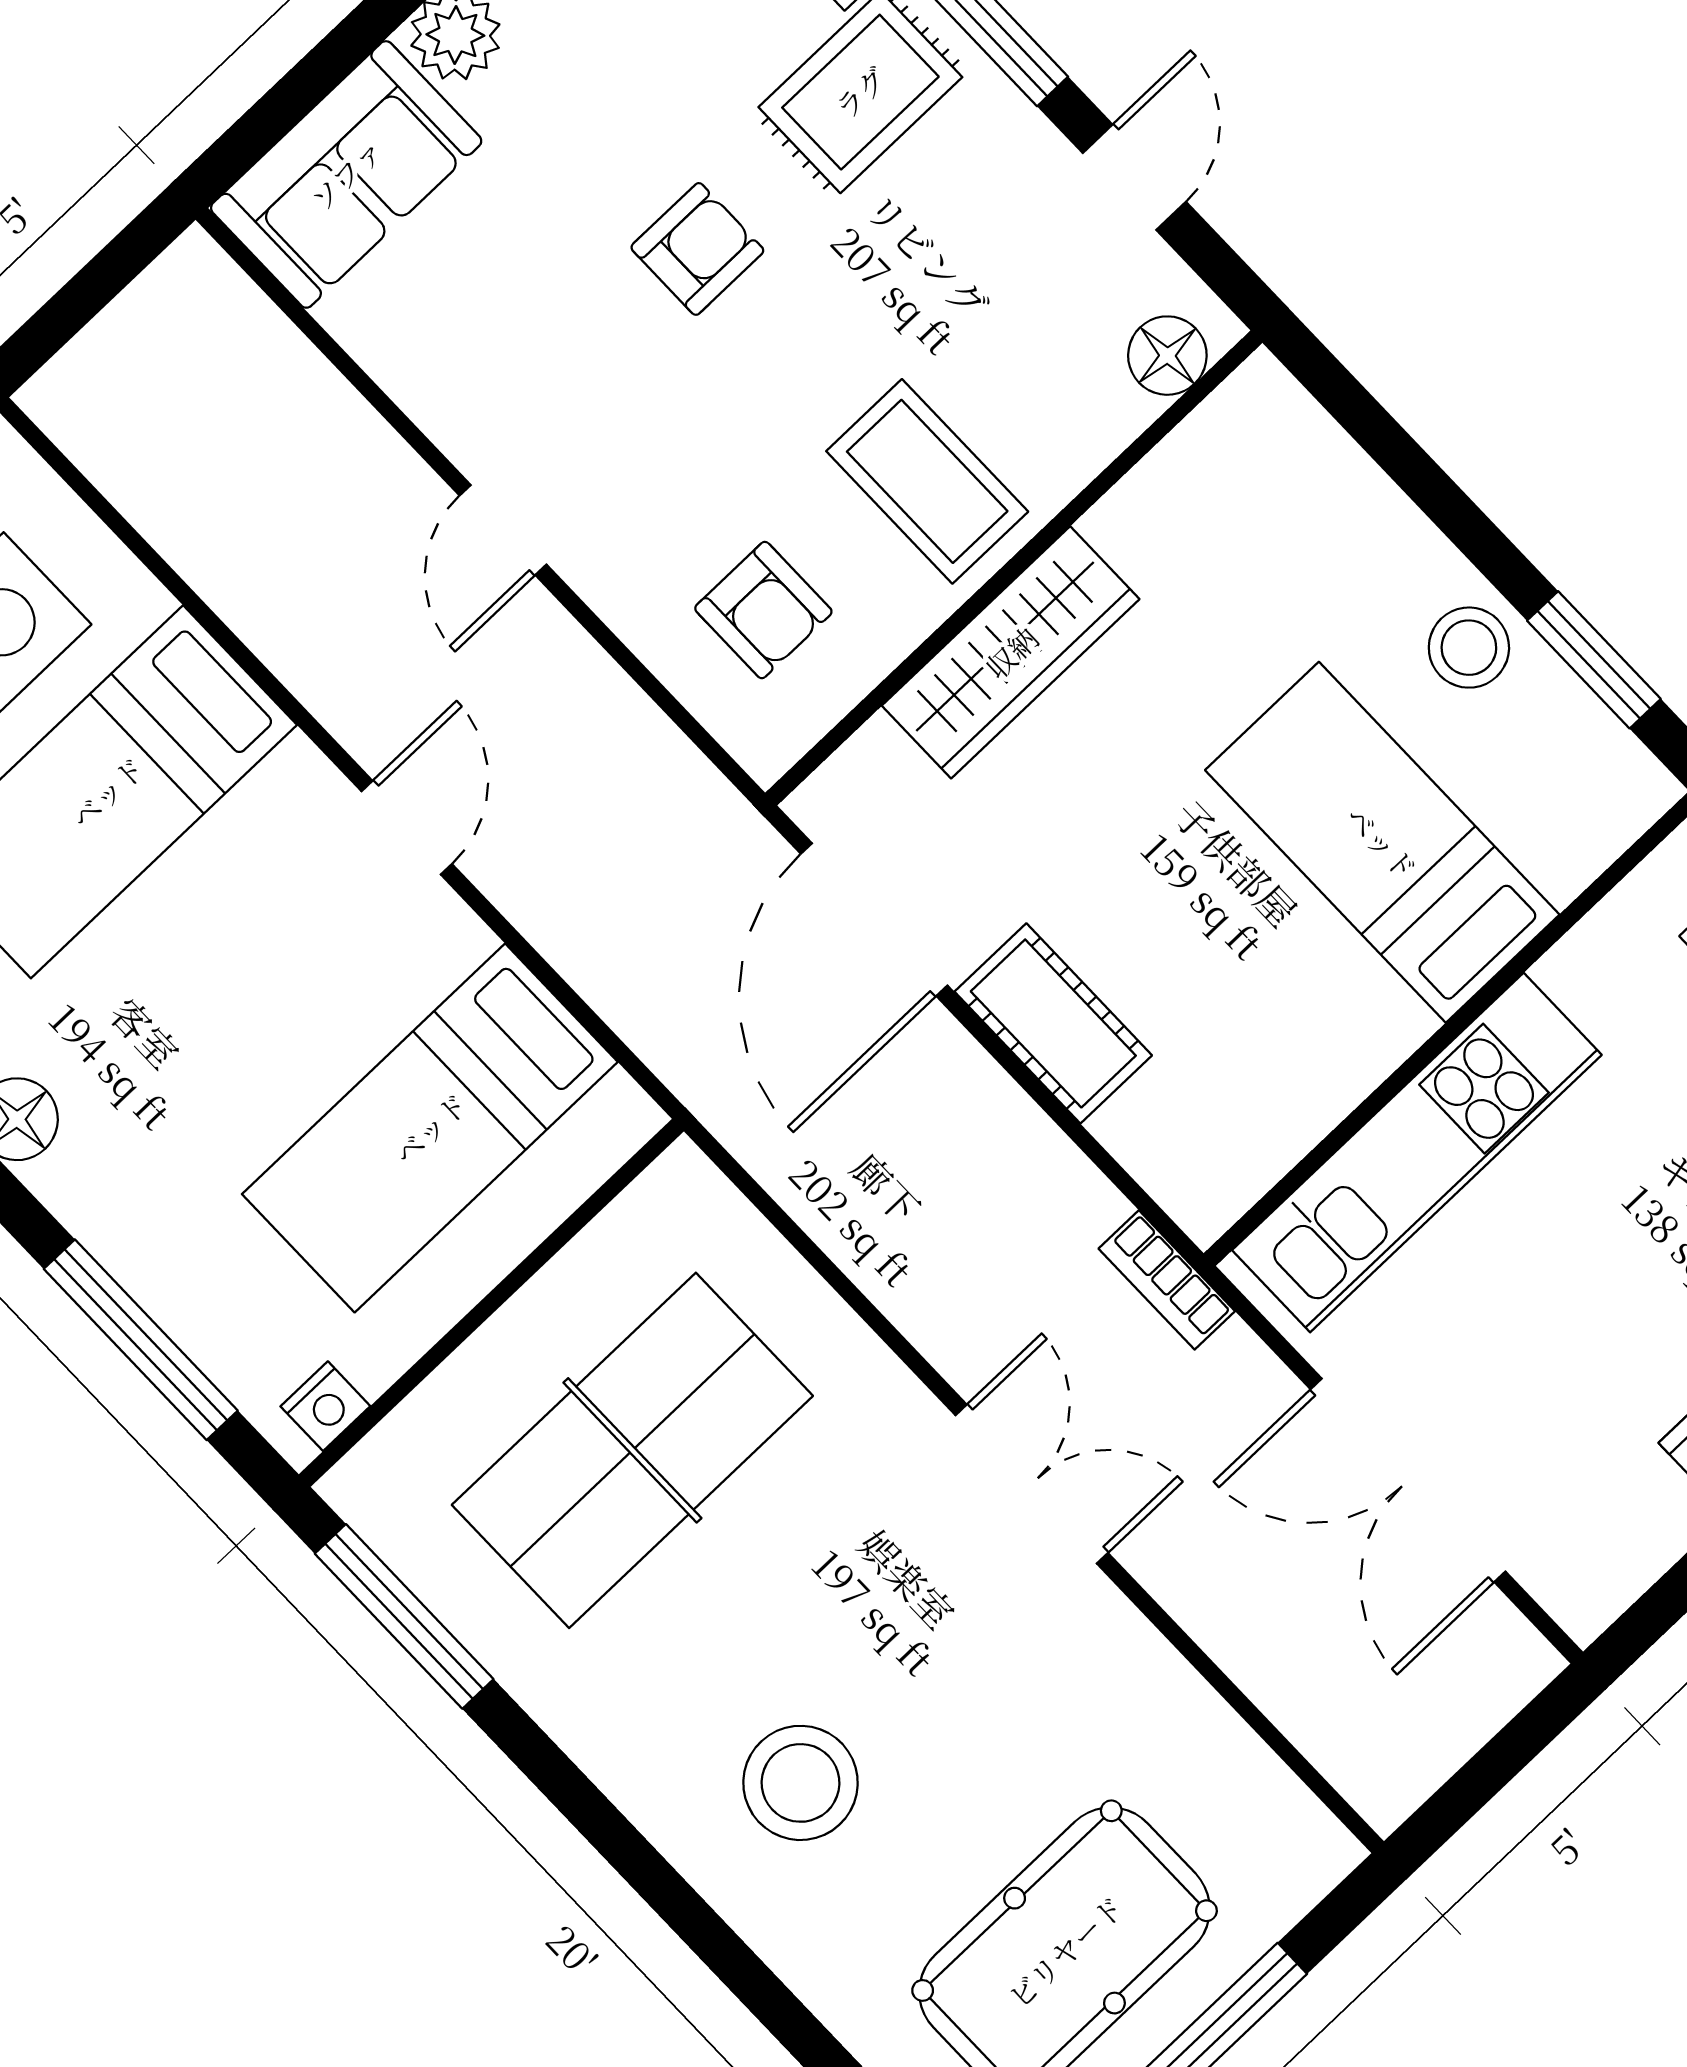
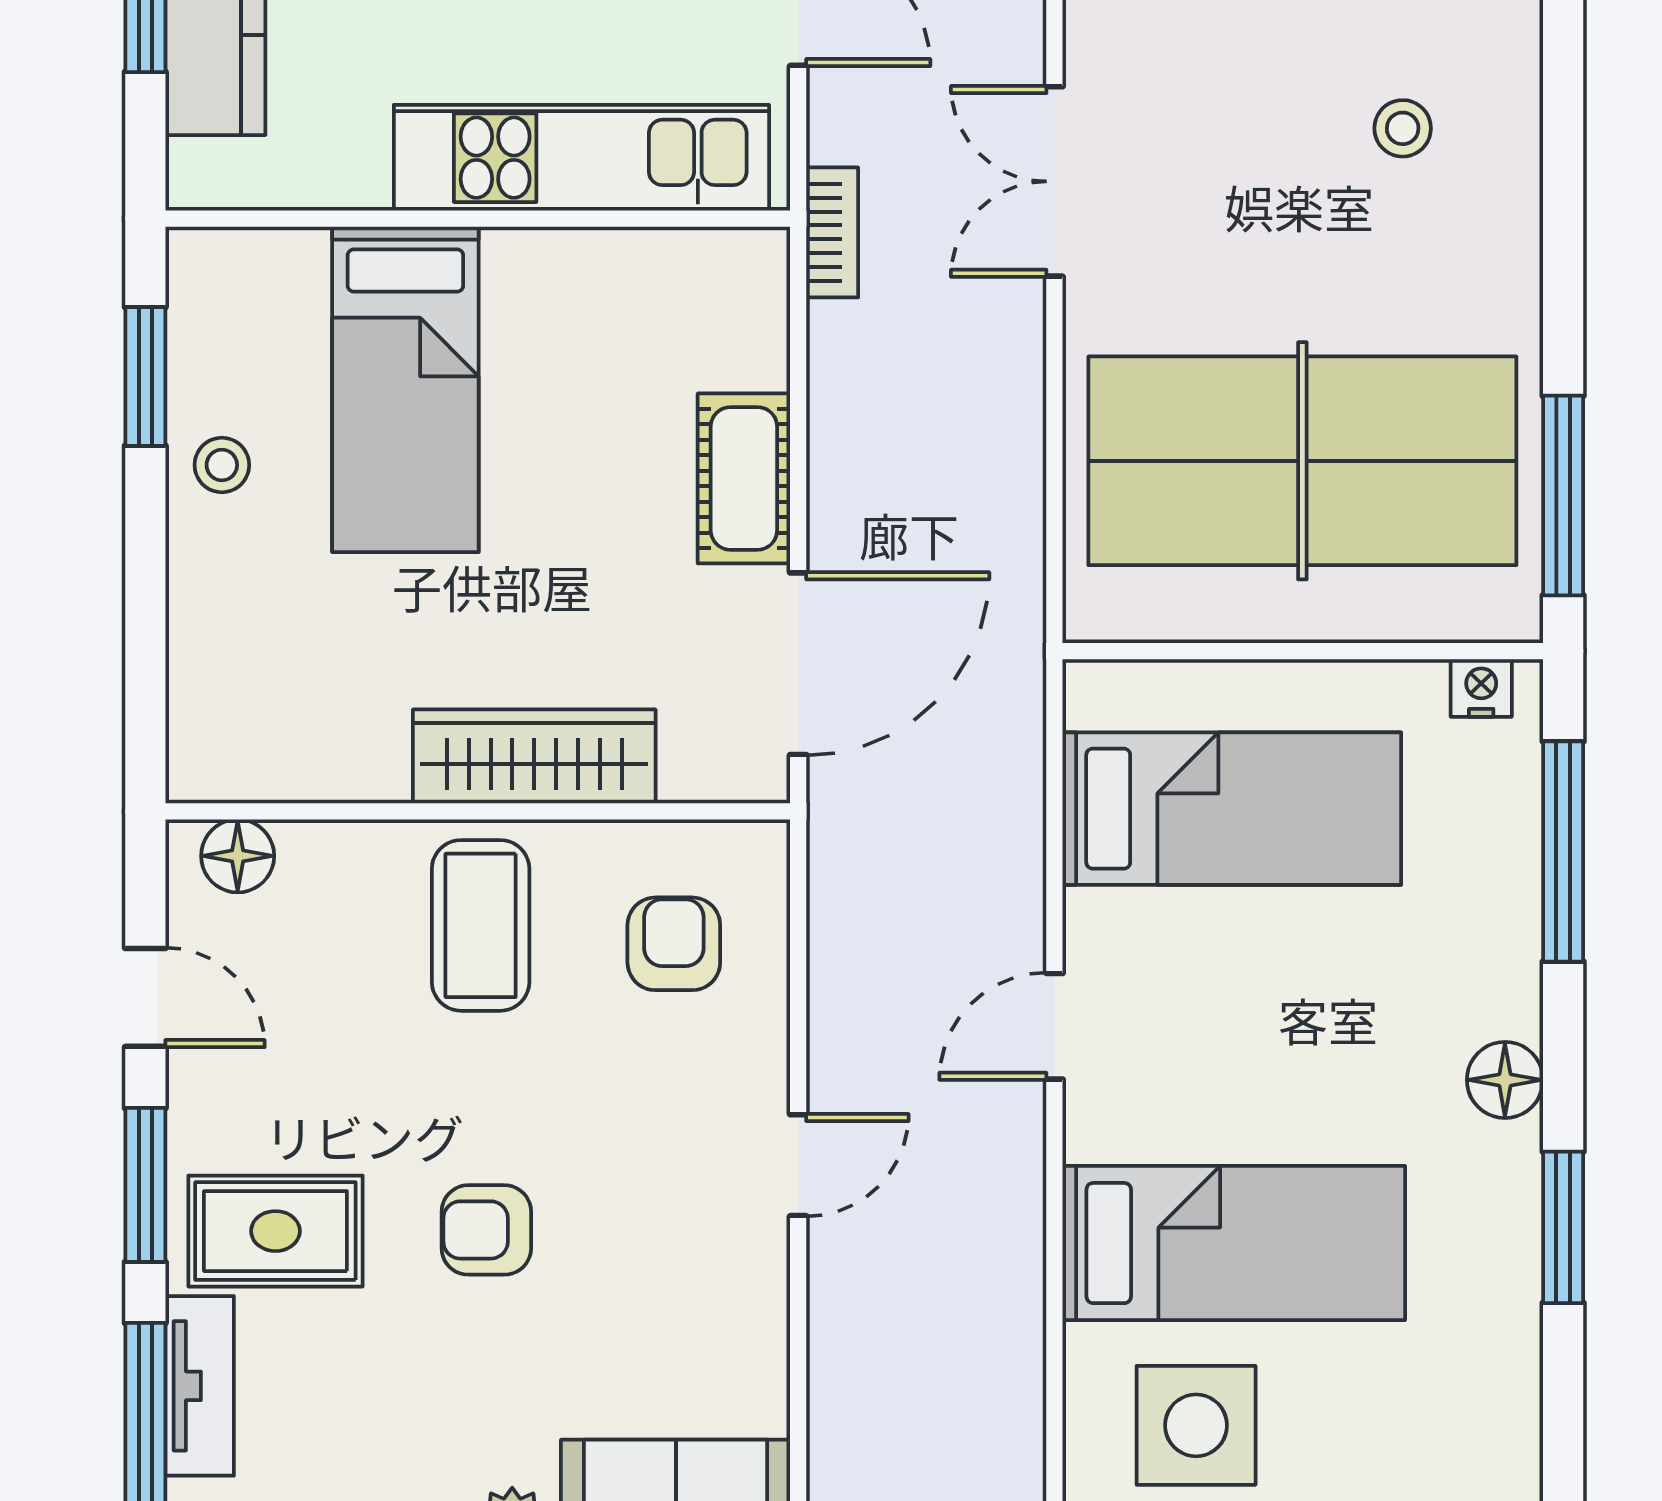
door: (1134, 177) -> (145, 997), swing flipped
stool: (1469, 648) -> (222, 465), width x0.73, depth x0.73
table tennis table: (632, 1450) -> (1302, 461), width x1.36, depth x1.32
stool: (801, 1783) -> (1403, 128), width x0.53, depth x0.53

